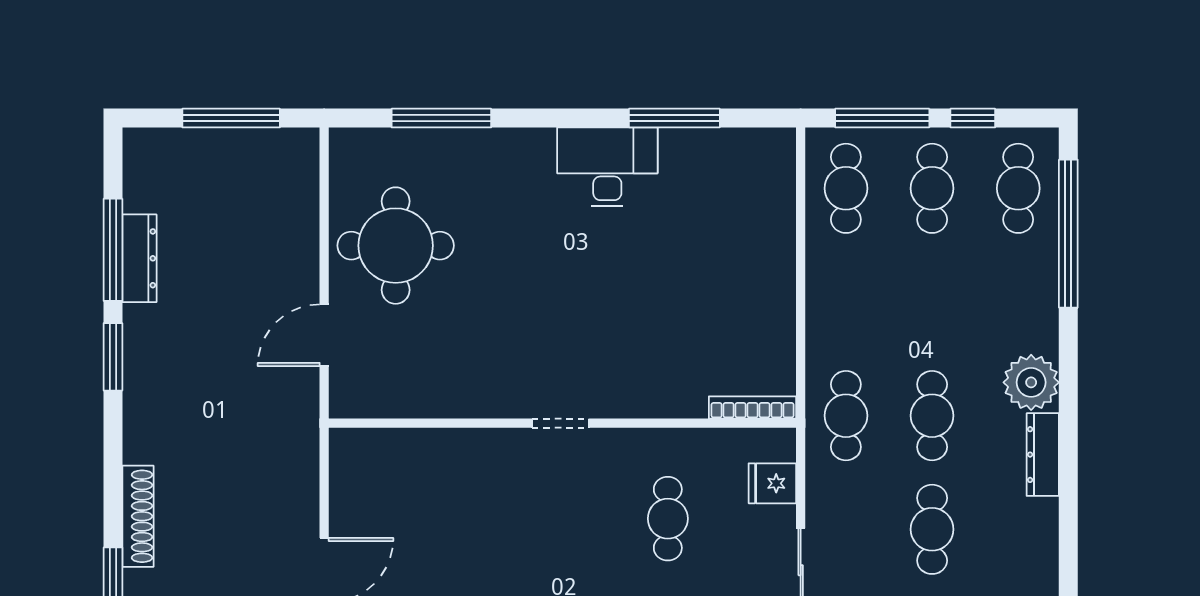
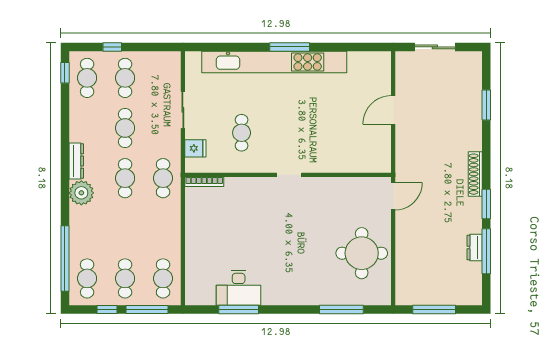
desk: (607, 167) -> (239, 288), moved
dresser: (139, 258) -> (475, 248), width x0.70
door: (324, 335) -> (393, 196), moved
shoe rack: (138, 516) -> (475, 174), moved

